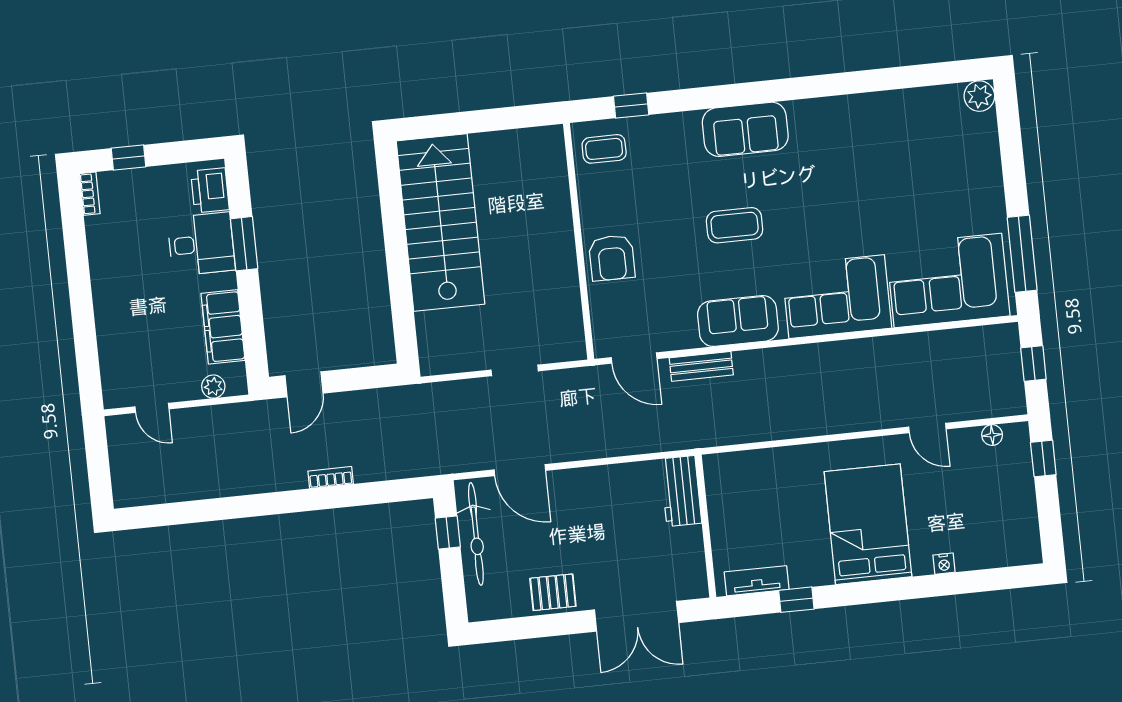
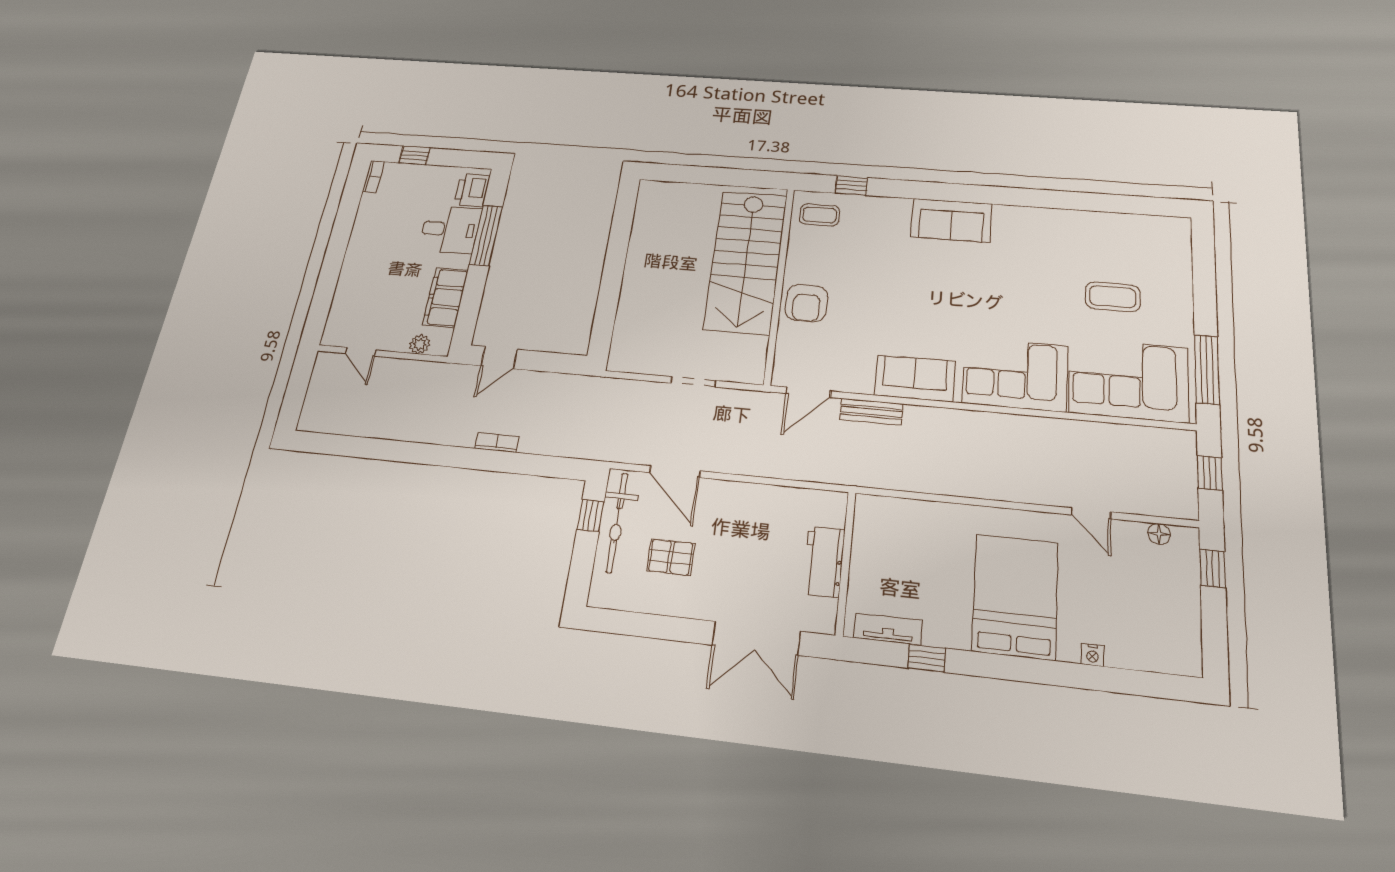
plant: (979, 96) -> (1177, 229), removed
stairs: (440, 223) -> (746, 262), moved, turned 180
coffee table: (735, 225) -> (1113, 297), moved
window: (244, 244) -> (486, 235), width x1.44
door: (634, 358) -> (808, 392), hinge flipped
workbench: (681, 491) -> (824, 561), moved
pallet: (553, 592) -> (671, 557), moved

